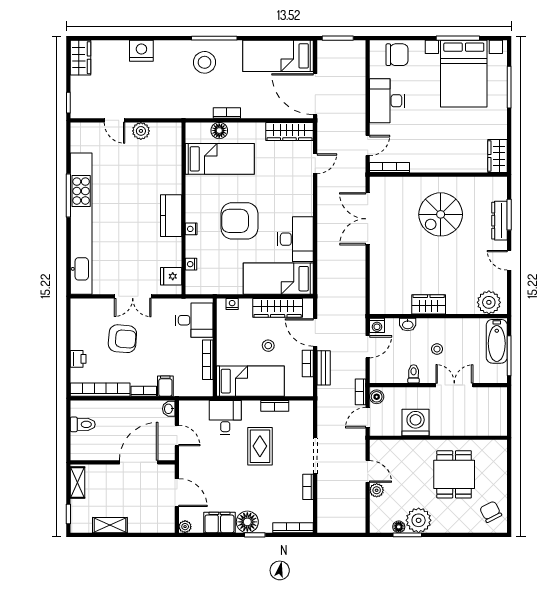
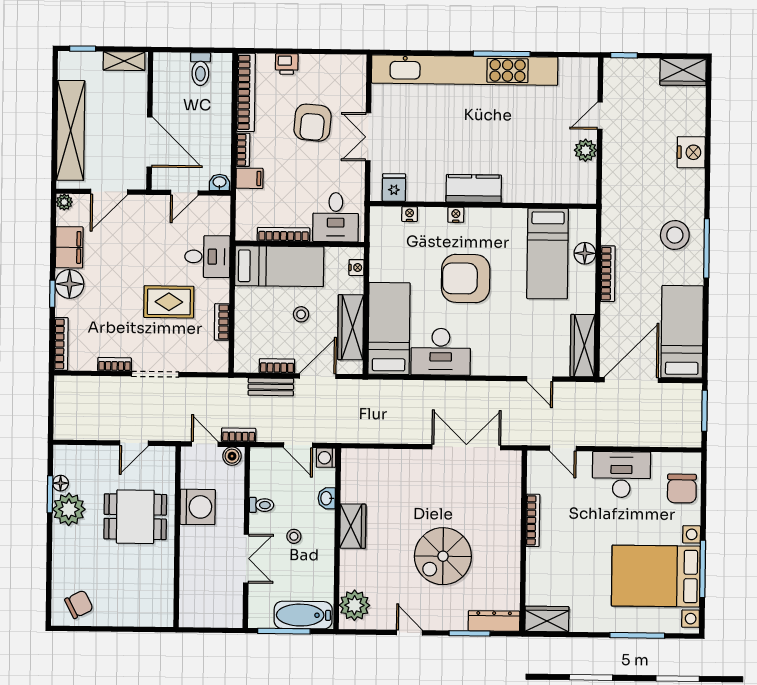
bookcase: (227, 113) -> (608, 274), width x1.56
bookcase: (389, 168) -> (533, 520), moved
spiral stairs: (441, 214) -> (443, 556), moved, turned -90
armchair: (239, 221) -> (466, 279), turned -90
dresser: (499, 221) -> (494, 621), moved
door: (509, 260) -> (409, 633), hinge flipped
bed: (250, 381) -> (279, 266), moved, turned -90
dining table: (454, 474) -> (135, 517), moved
plant: (377, 490) -> (109, 455), removed
shelving: (110, 525) -> (71, 130), width x2.20, depth x1.33

